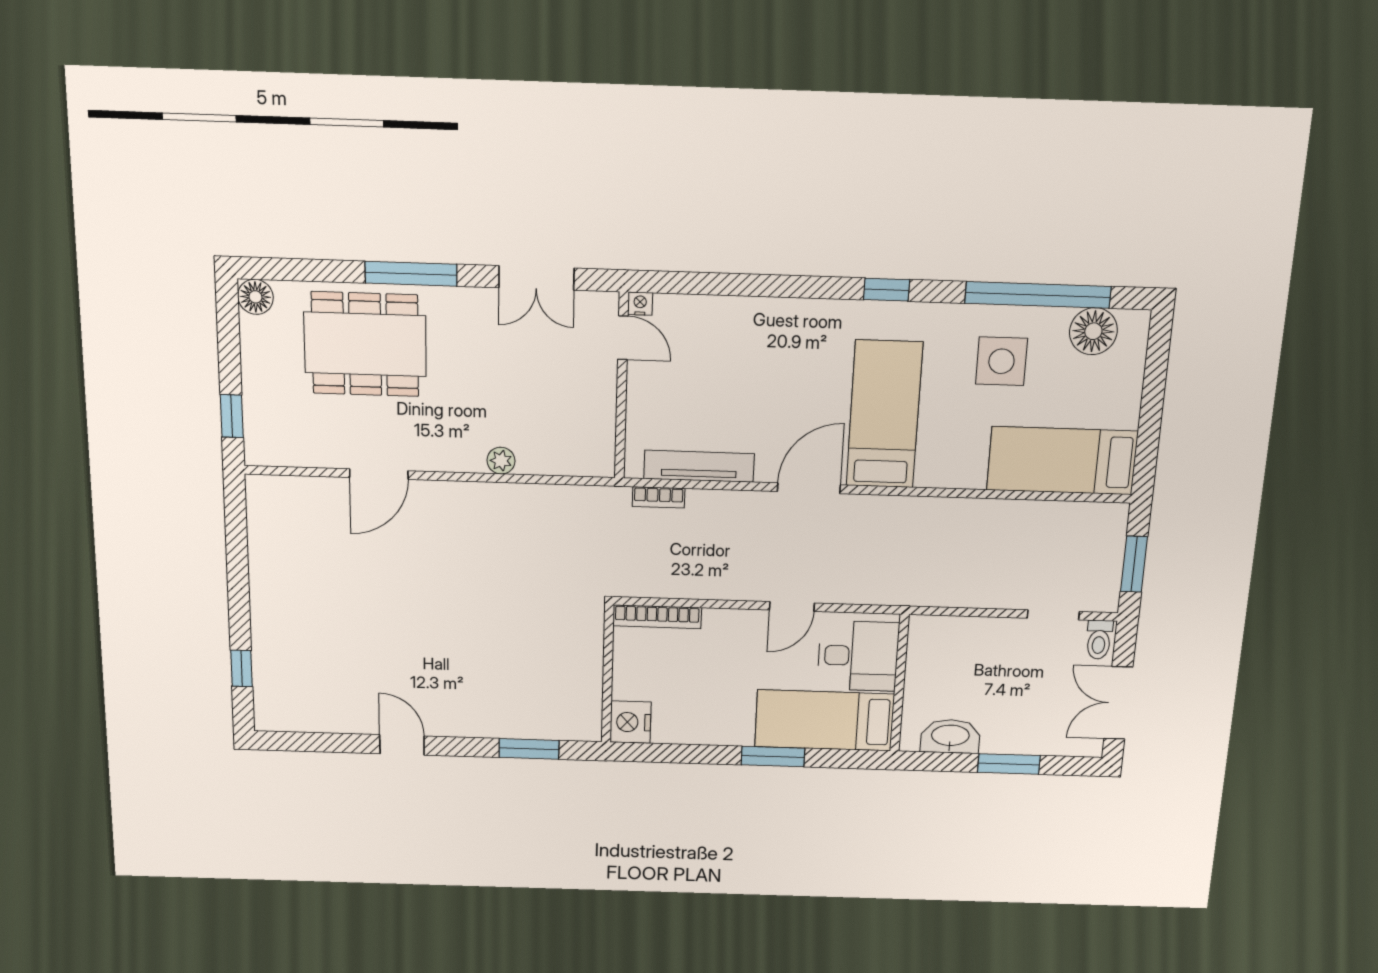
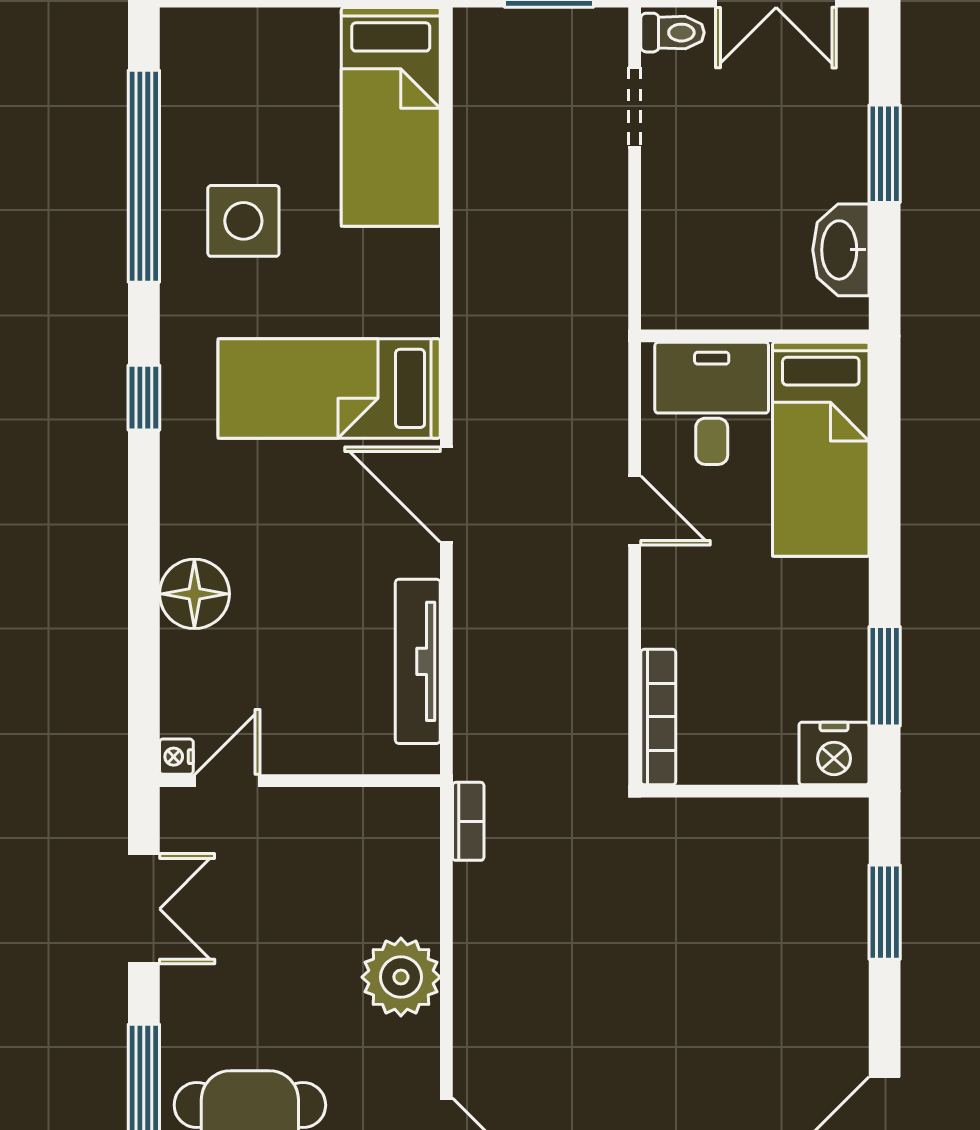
floor lamp: (1093, 331) -> (194, 594), moved
plant: (501, 461) -> (401, 977), width x1.87, depth x1.87
bookcase: (659, 497) -> (468, 821), moved
window: (773, 757) -> (885, 676), moved

